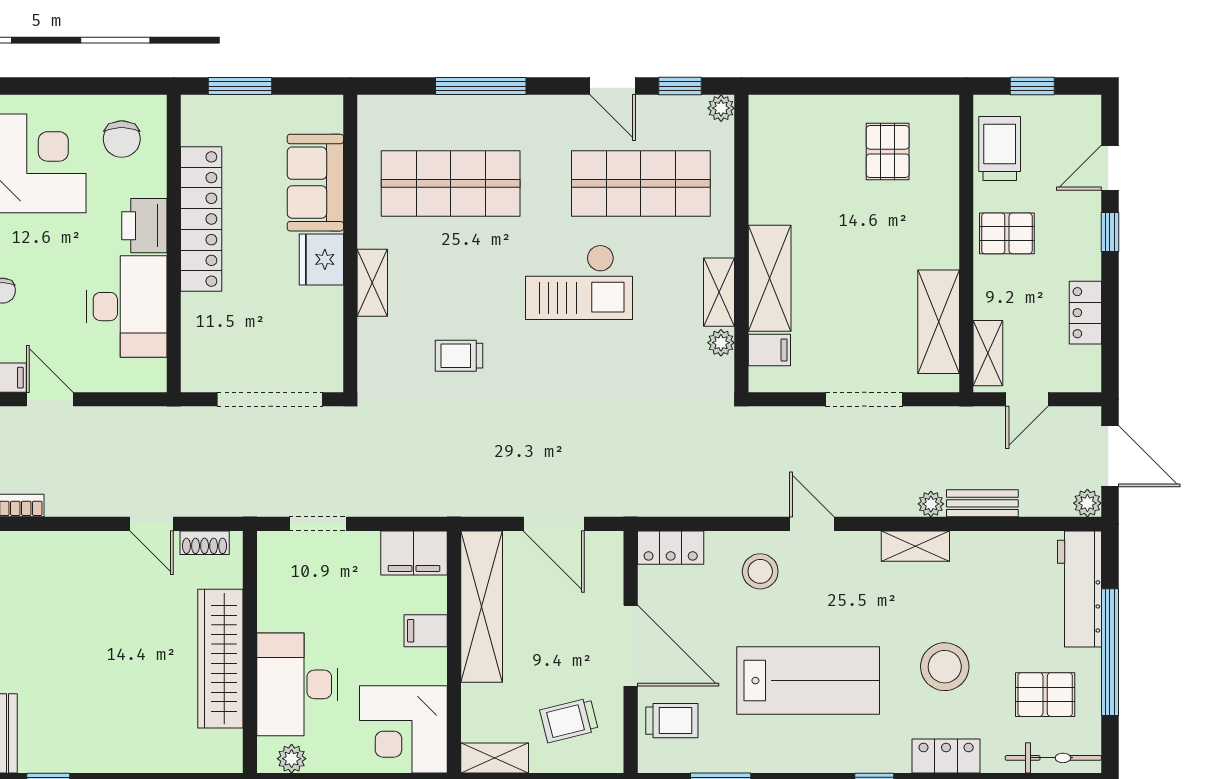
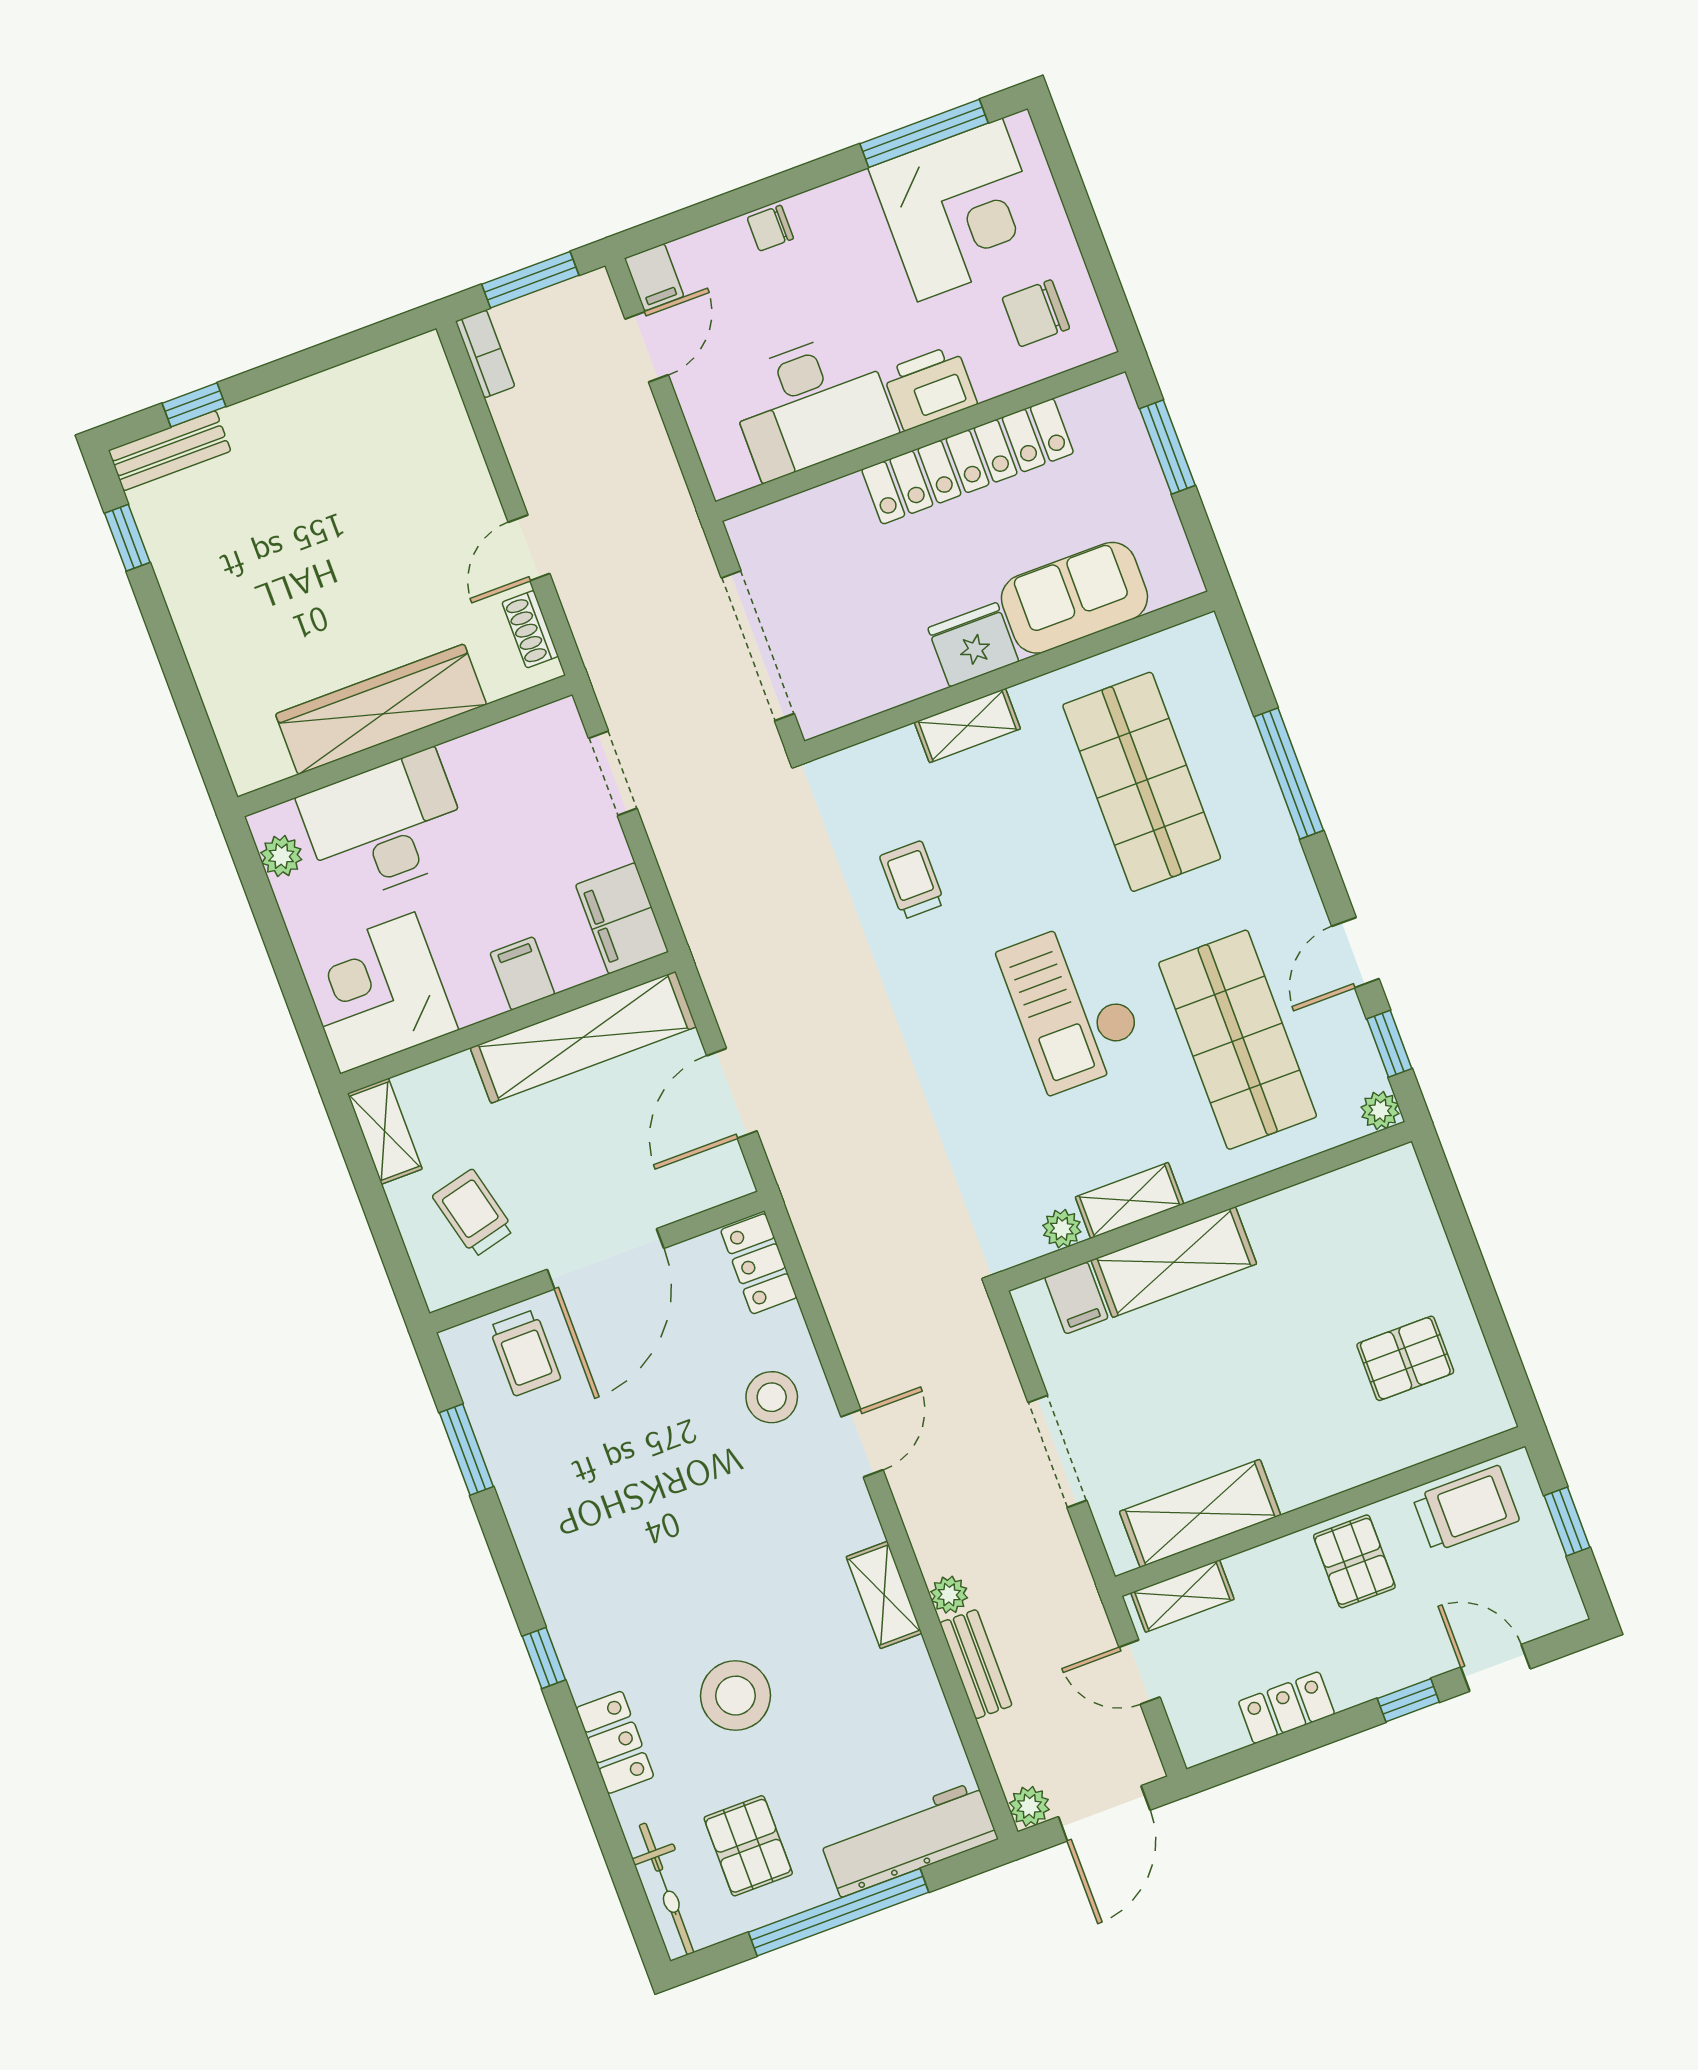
lab bench: (808, 681) -> (648, 1517), removed

